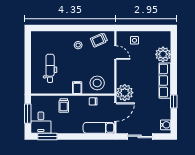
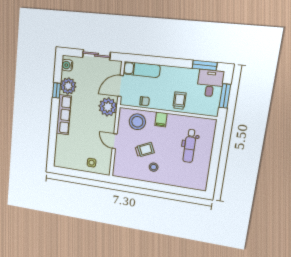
trolley: (99, 40) -> (145, 150), moved
door: (115, 53) -> (115, 141), moved
plant: (163, 54) -> (68, 86), moved

